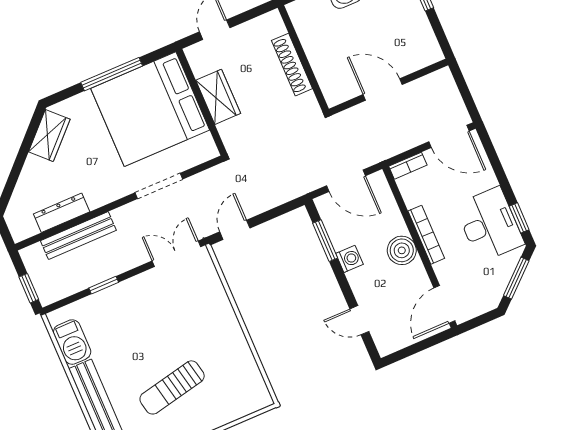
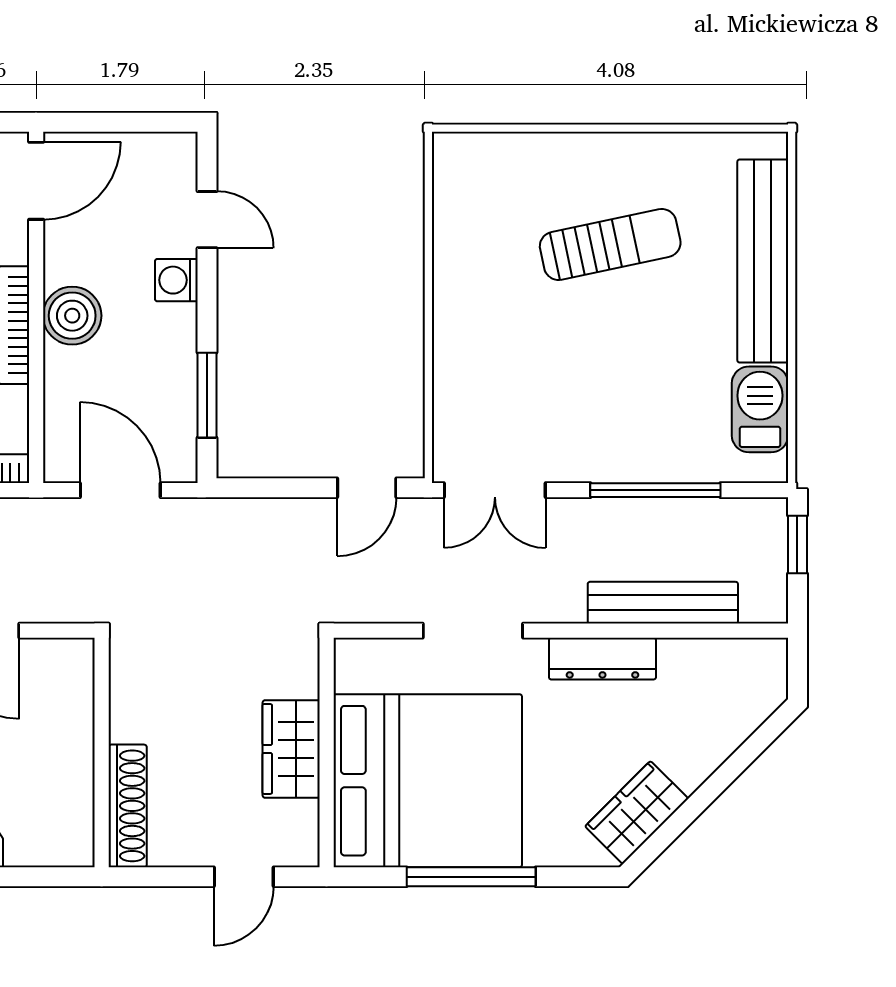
shoe rack: (292, 65) -> (128, 806), moved
dresser: (62, 213) -> (602, 659), moved
washing machine: (349, 259) -> (176, 280), moved
window: (104, 285) -> (655, 490), width x2.17

